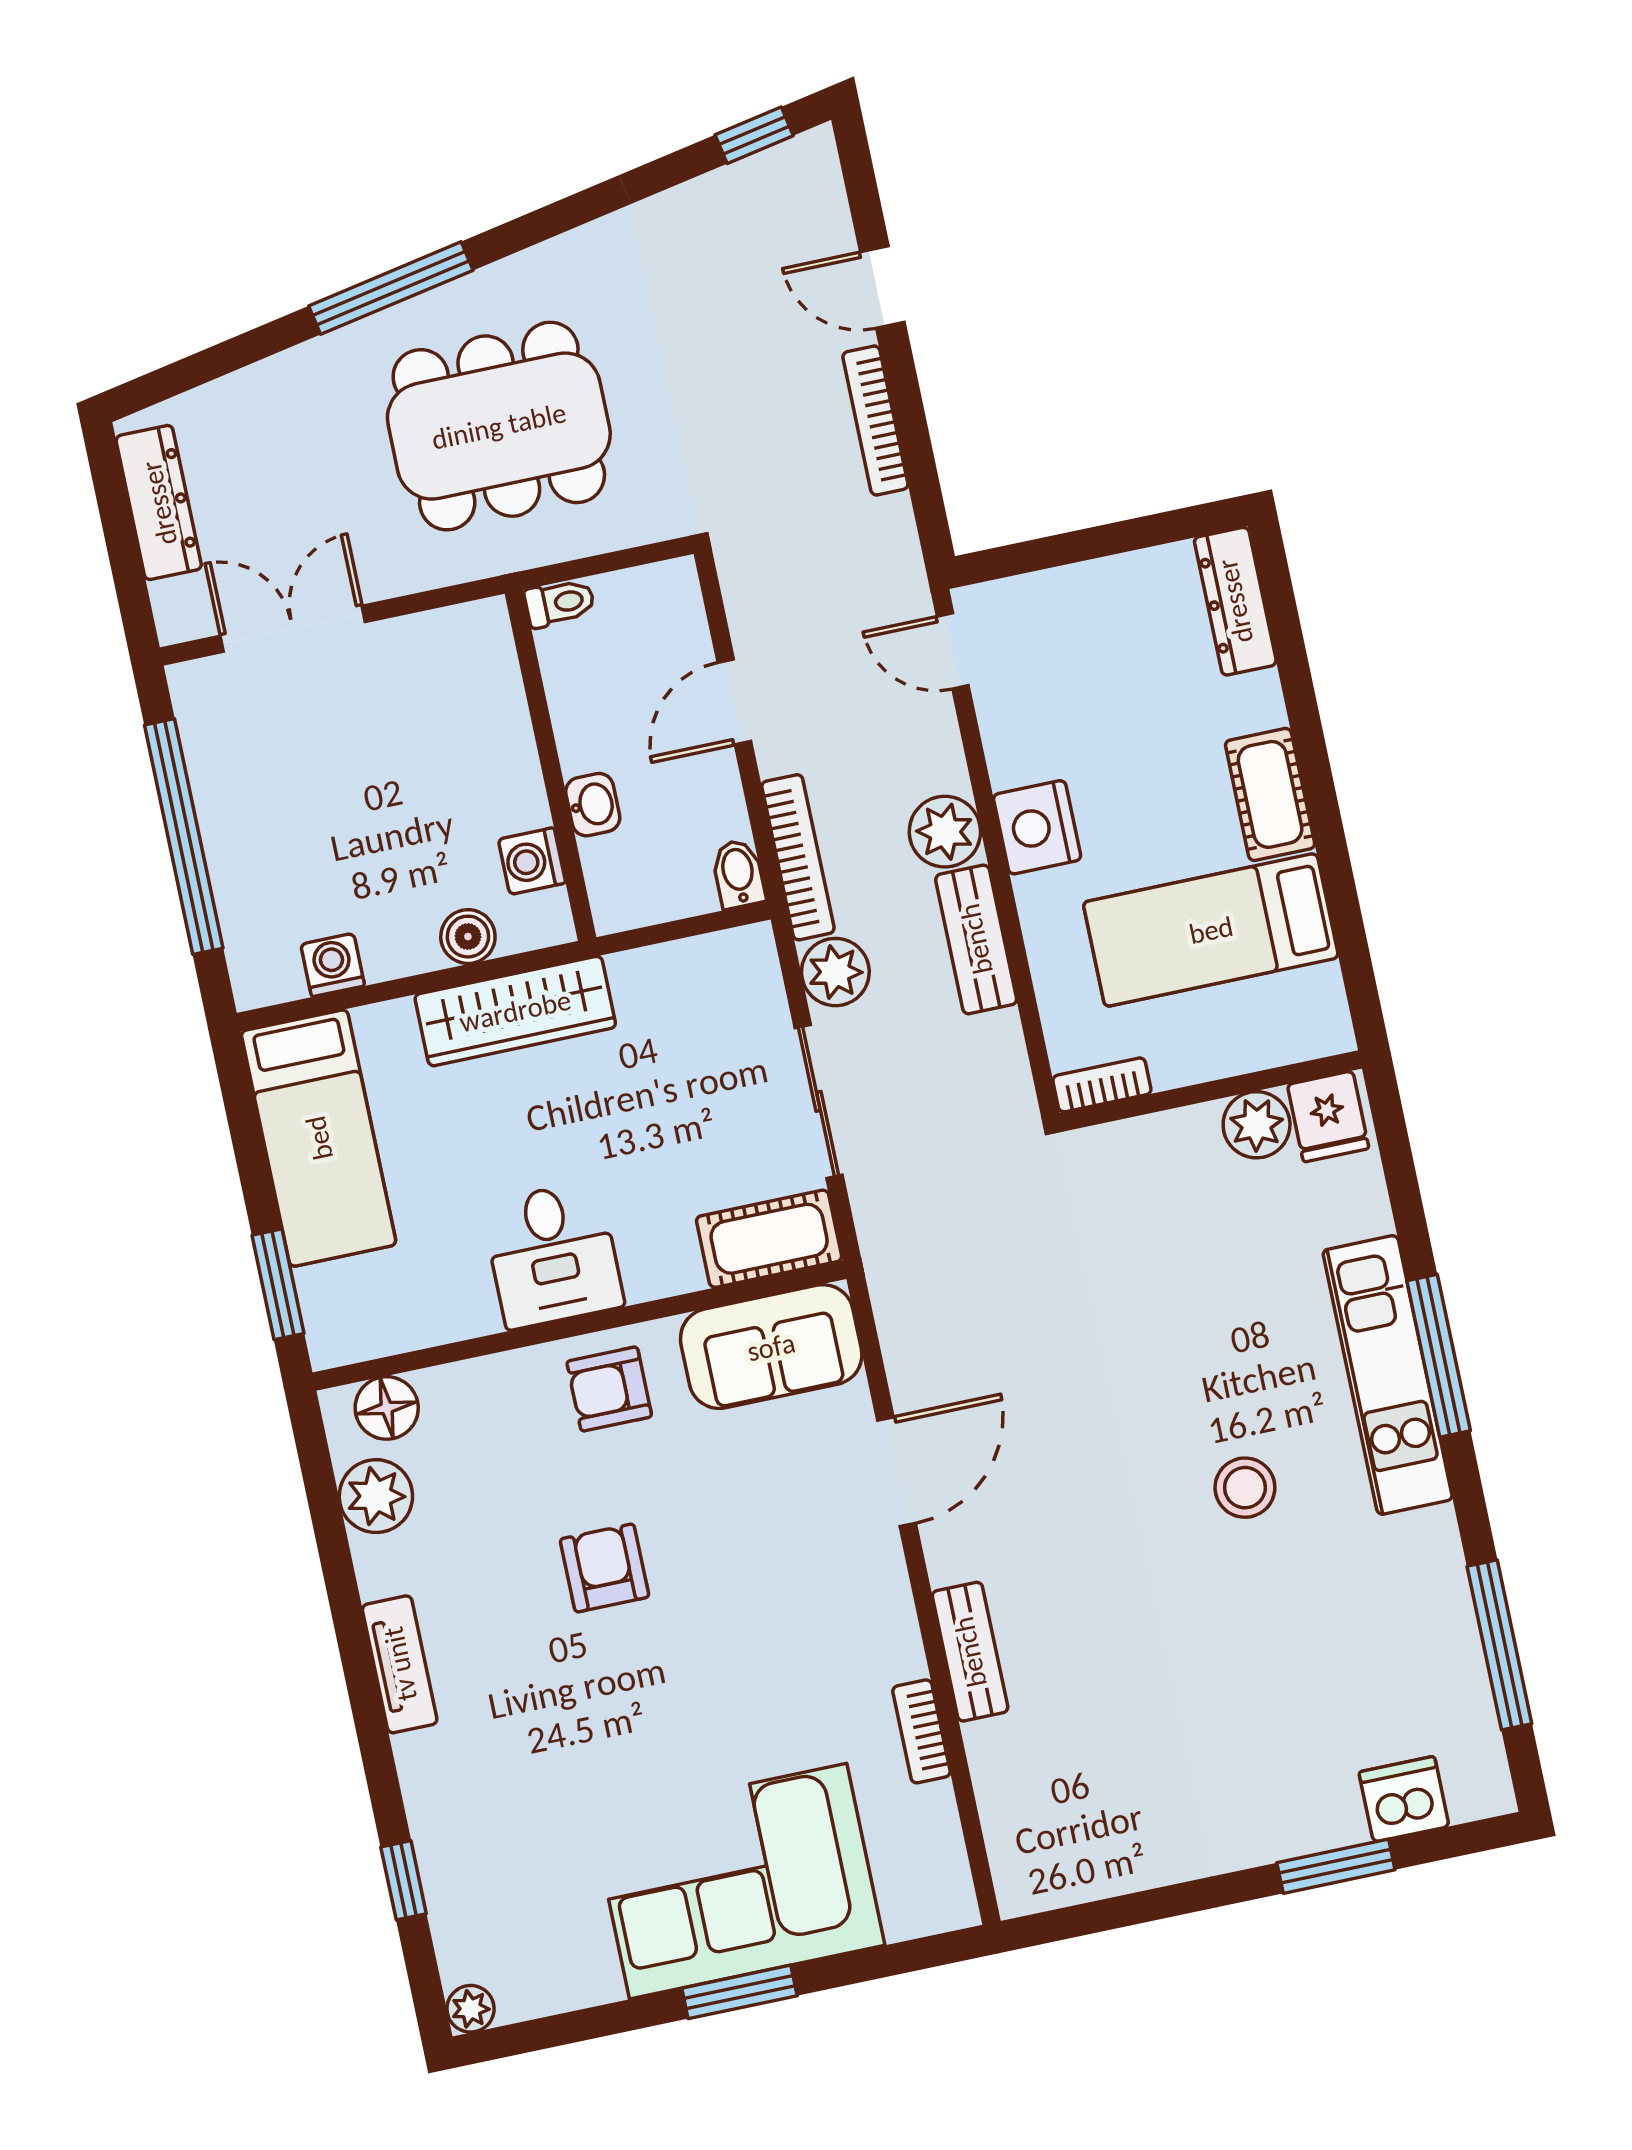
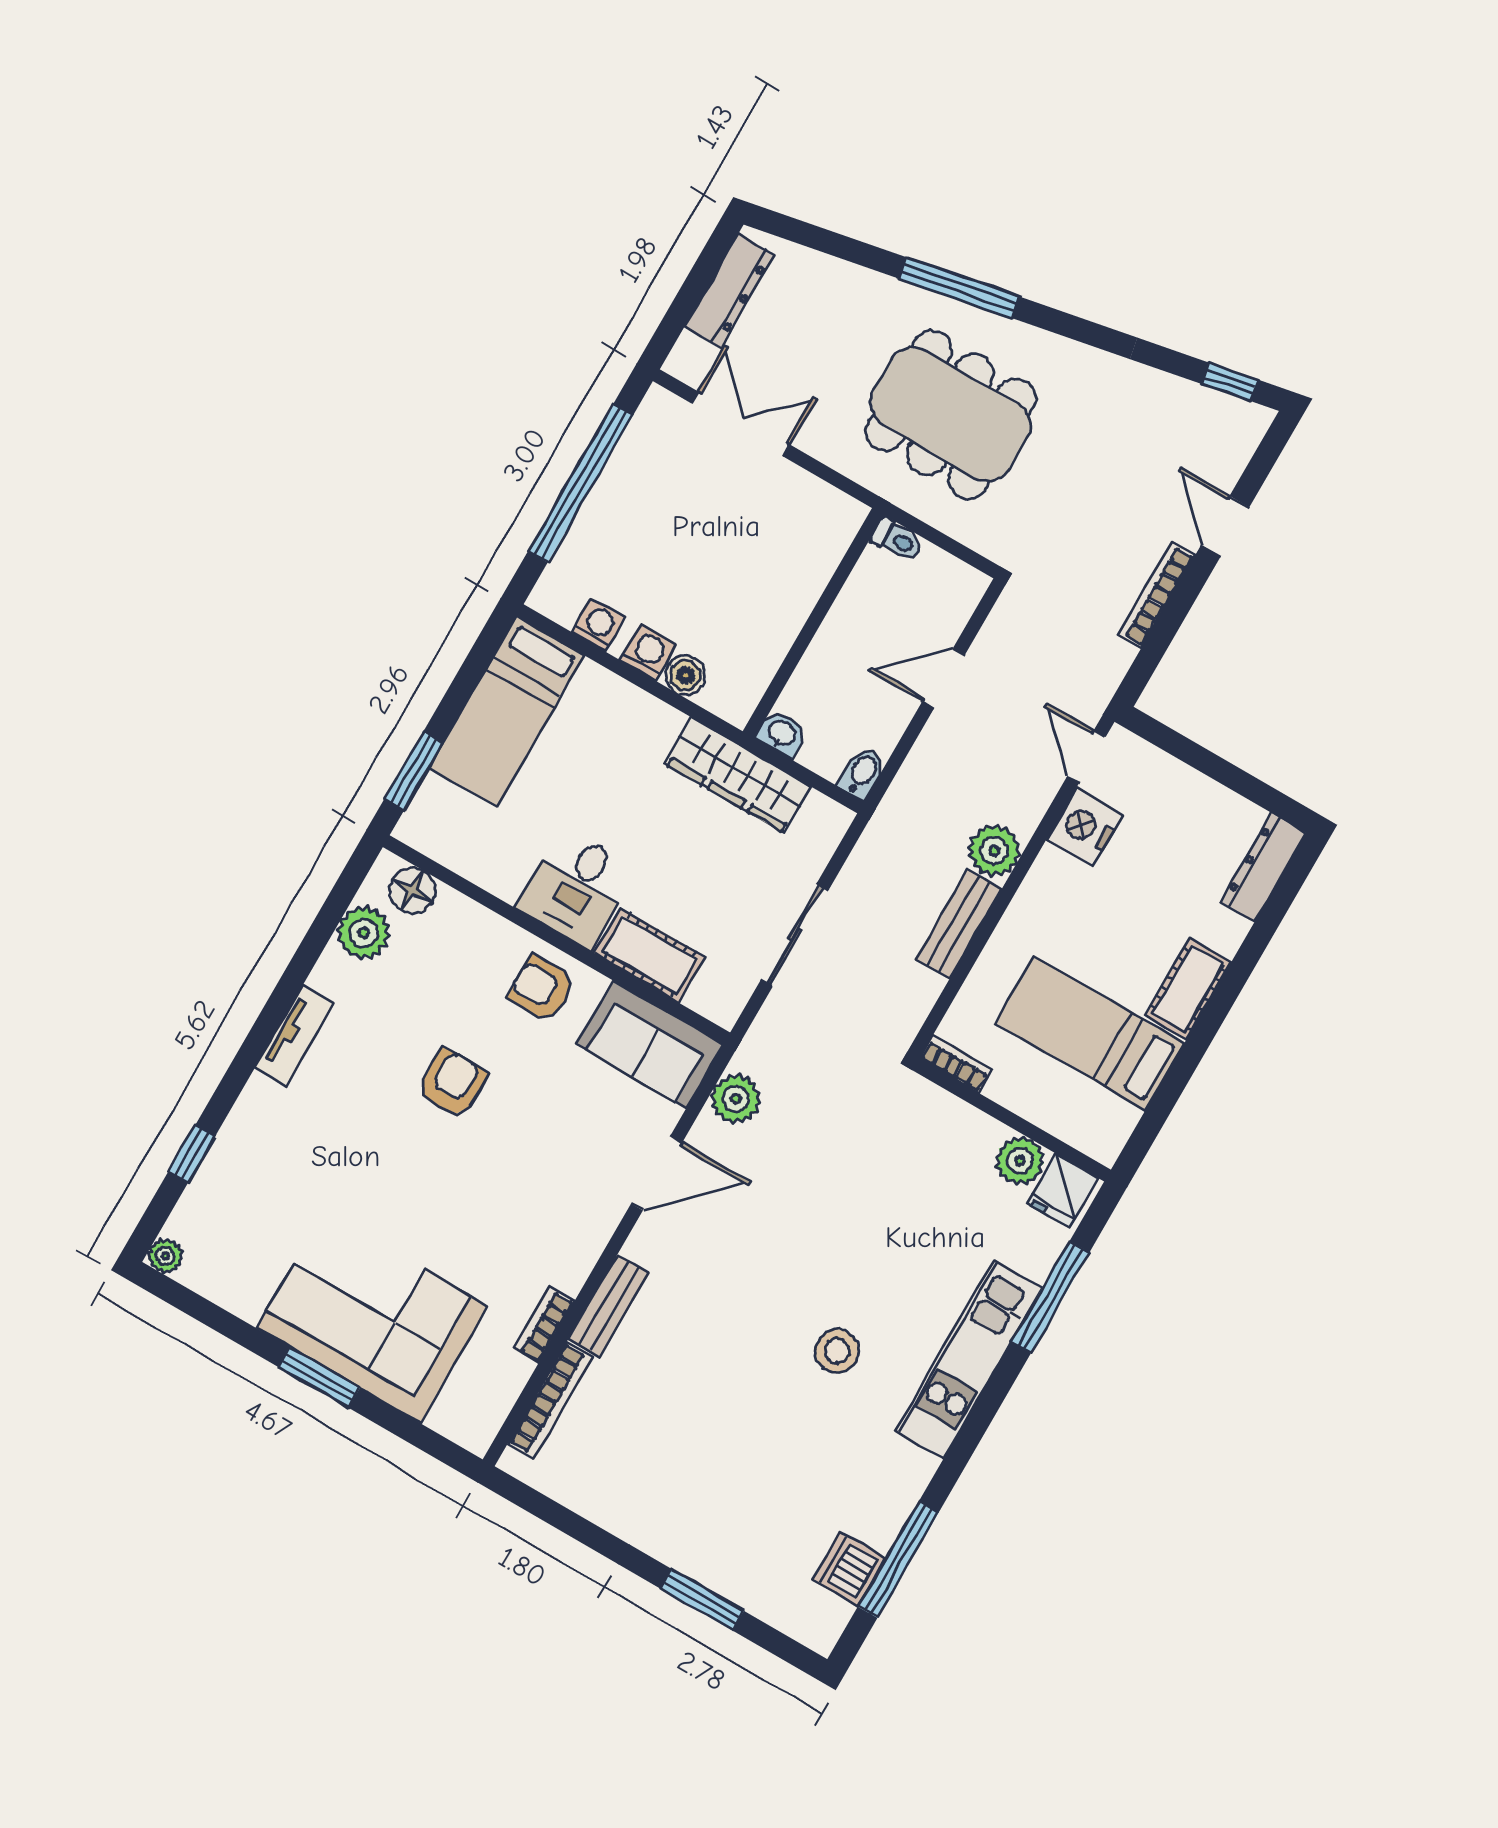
washbasin: (593, 805) -> (782, 734), moved, turned -90
nightstand: (1037, 827) -> (1084, 827), moved
bookcase: (798, 857) -> (550, 1400), moved
washing machine: (532, 861) -> (648, 652), moved, turned 90
plant: (835, 972) -> (736, 1099), moved
wardrobe: (515, 1011) -> (738, 775), moved
cot: (769, 1239) -> (650, 955), moved
window: (1439, 1356) -> (1050, 1297), moved
dishwasher: (1404, 1799) -> (849, 1569), moved, turned -90

